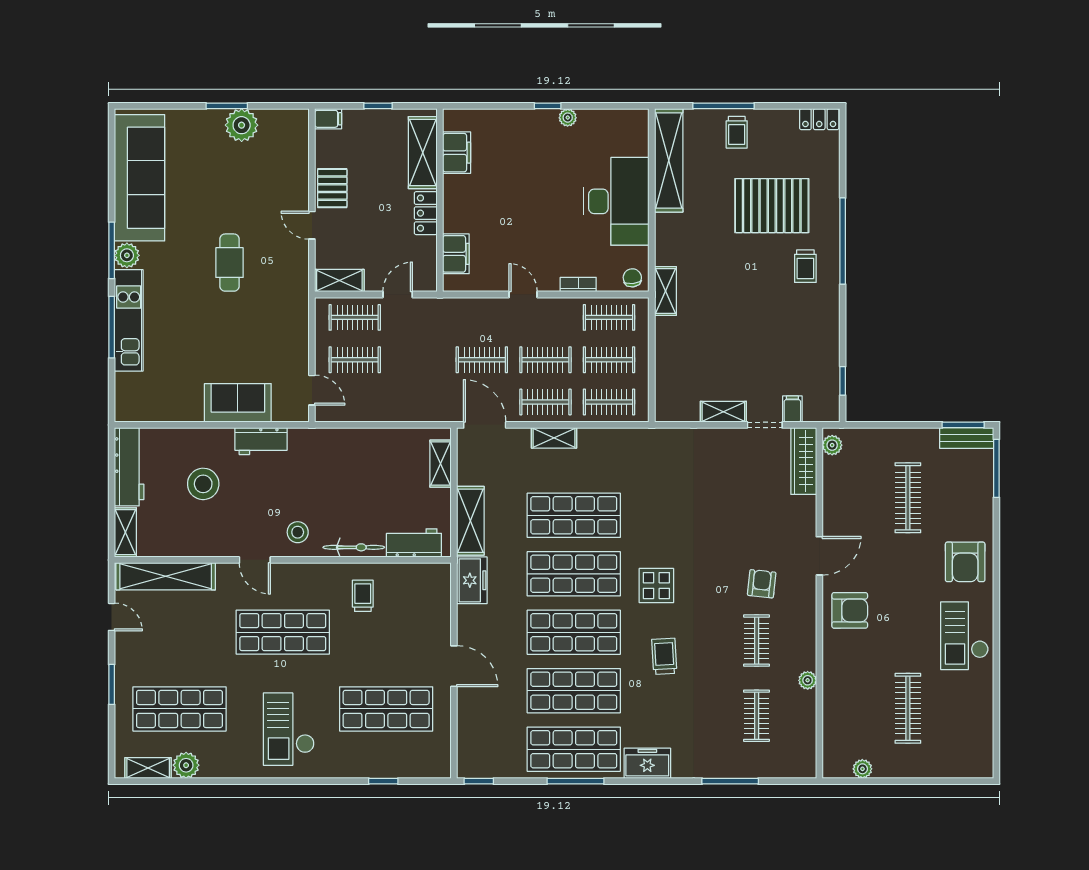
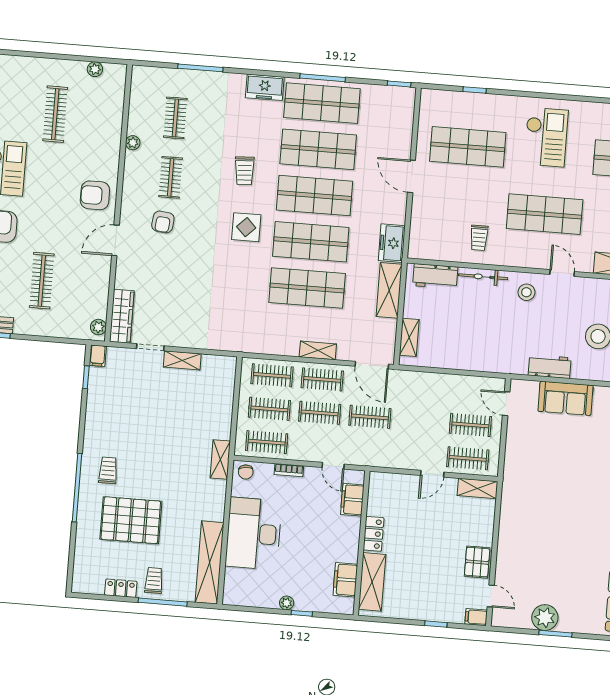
locker: (819, 119) -> (121, 588), moved
shelving: (423, 153) -> (372, 582), moved
filing cabinet: (457, 153) -> (345, 580), moved
wall: (440, 200) -> (362, 543), moved
locker: (426, 213) -> (374, 534), moved
door: (312, 225) -> (491, 596), moved
filing cabinet: (456, 254) -> (352, 500), moved
cafe table: (230, 263) -> (563, 510), removed
filing cabinet: (792, 409) -> (98, 356), moved

